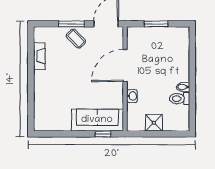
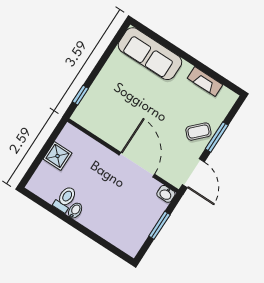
washbasin: (132, 96) -> (166, 194), moved
sofa: (97, 120) -> (150, 54), moved, turned 90

